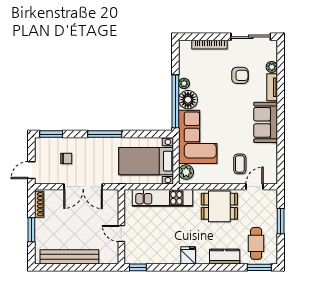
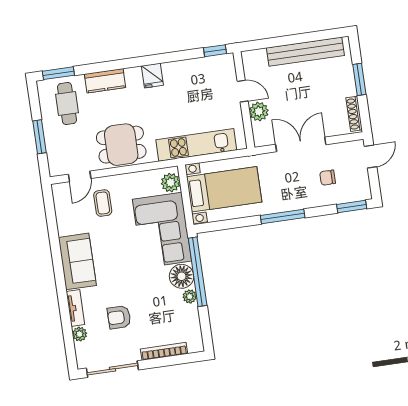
plant: (111, 216) -> (259, 112), added

